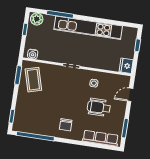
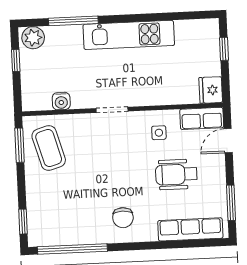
kitchen unit: (88, 28) -> (129, 35), width x0.73
water cooler: (33, 54) -> (61, 101), moved
row of seats: (118, 80) -> (202, 118), added

